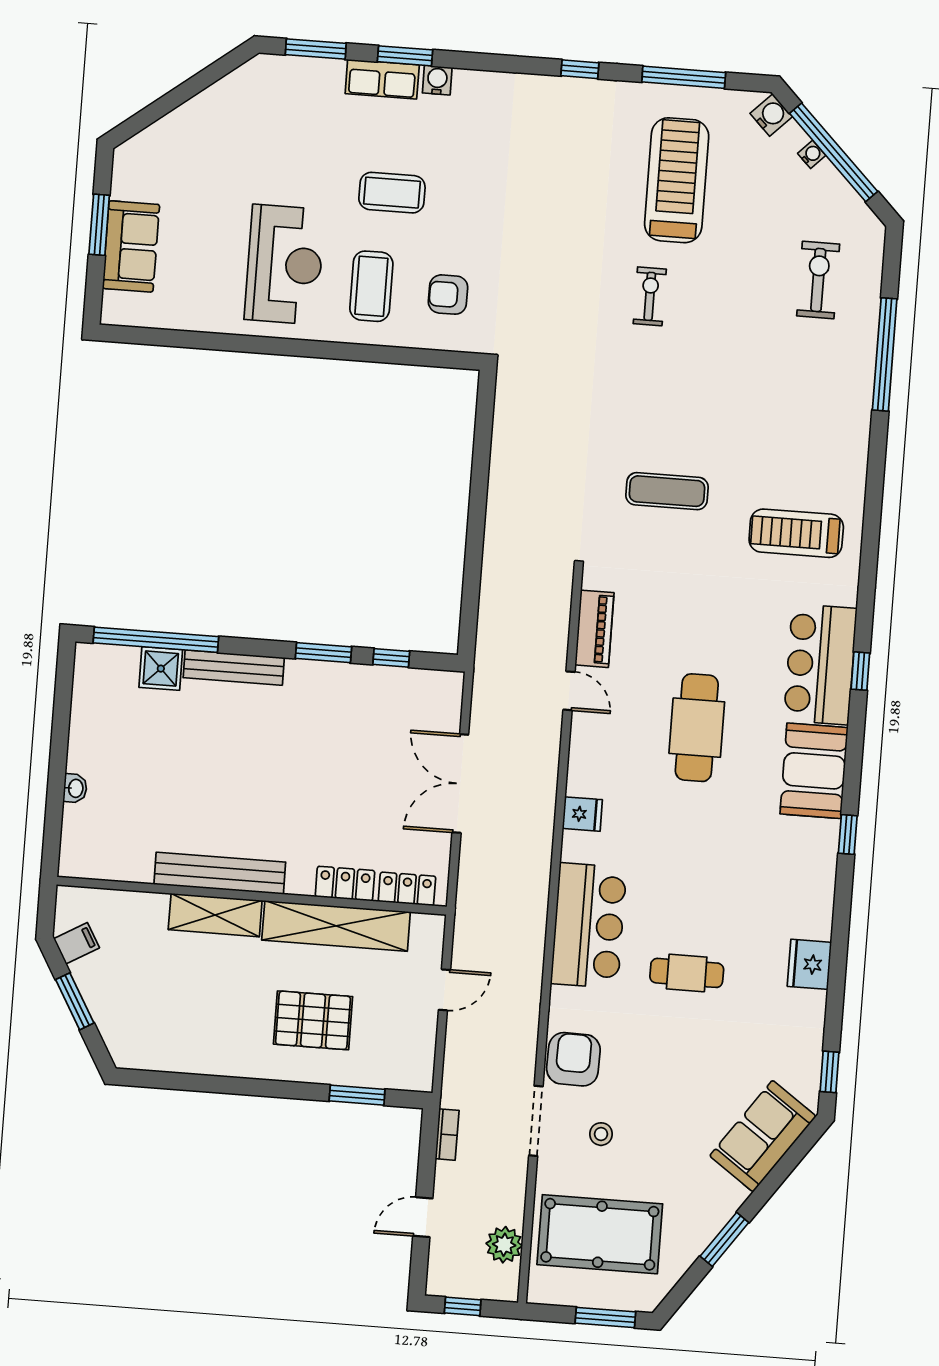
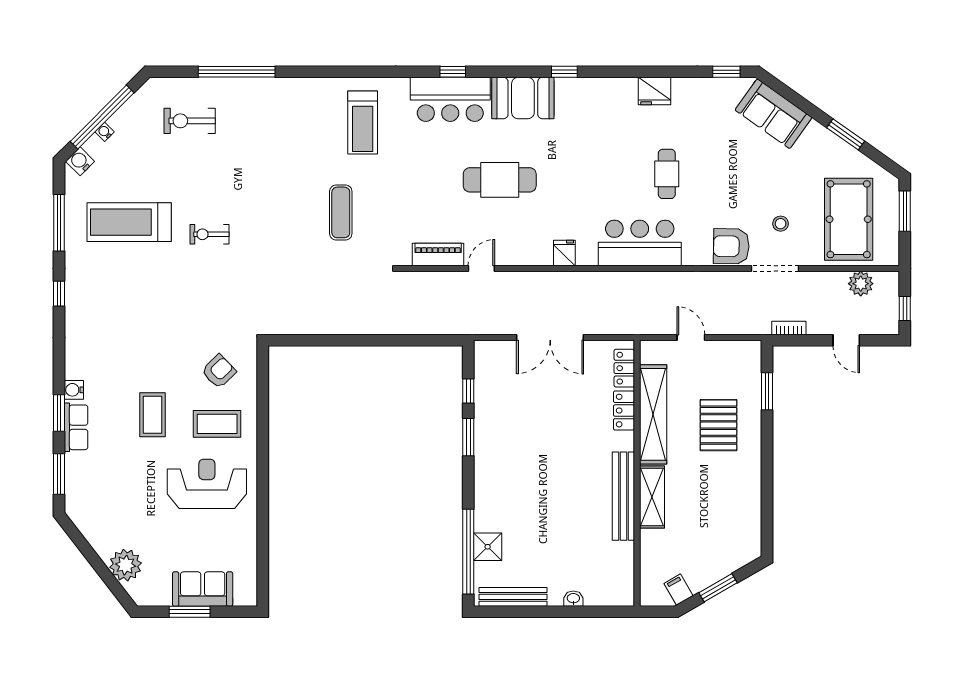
plant: (175, 136) -> (126, 565), added
armchair: (448, 295) -> (219, 371), turned -134
bench: (234, 668) -> (513, 597), moved, turned 90

